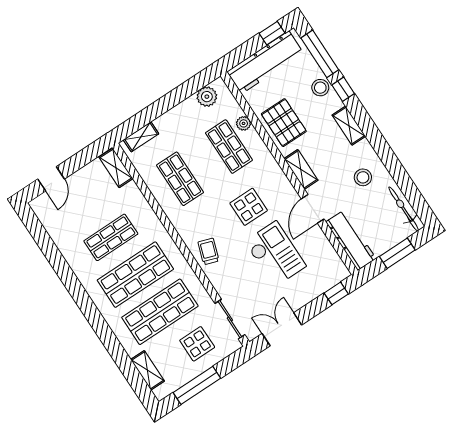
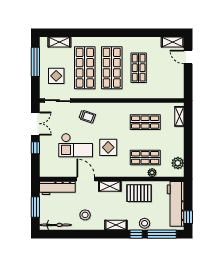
shelving: (116, 168) -> (173, 42), moved
trolley: (209, 251) -> (87, 116), moved
window: (336, 293) -> (35, 148), moved

